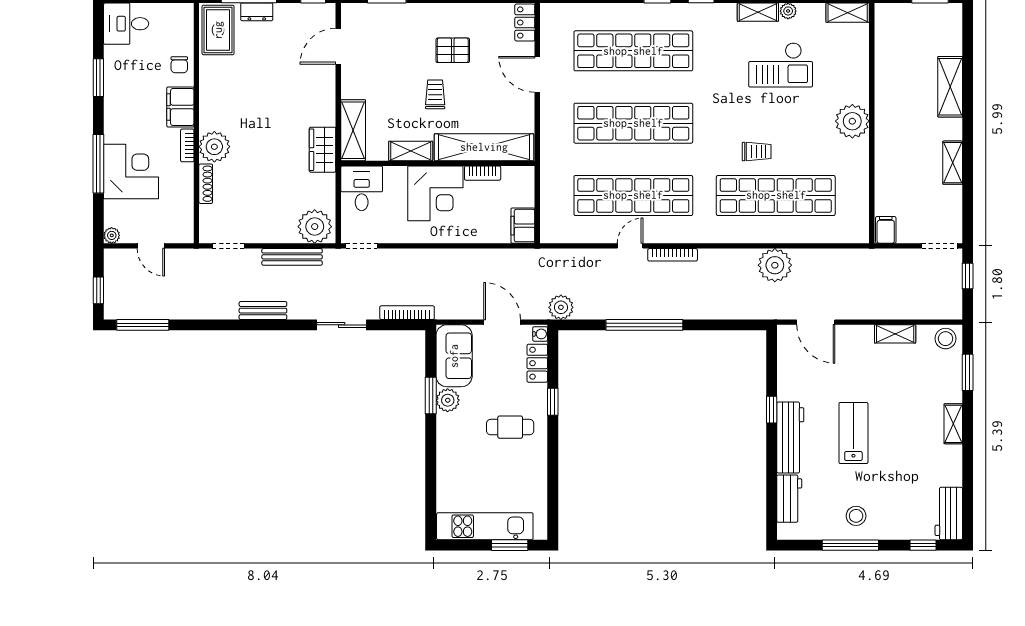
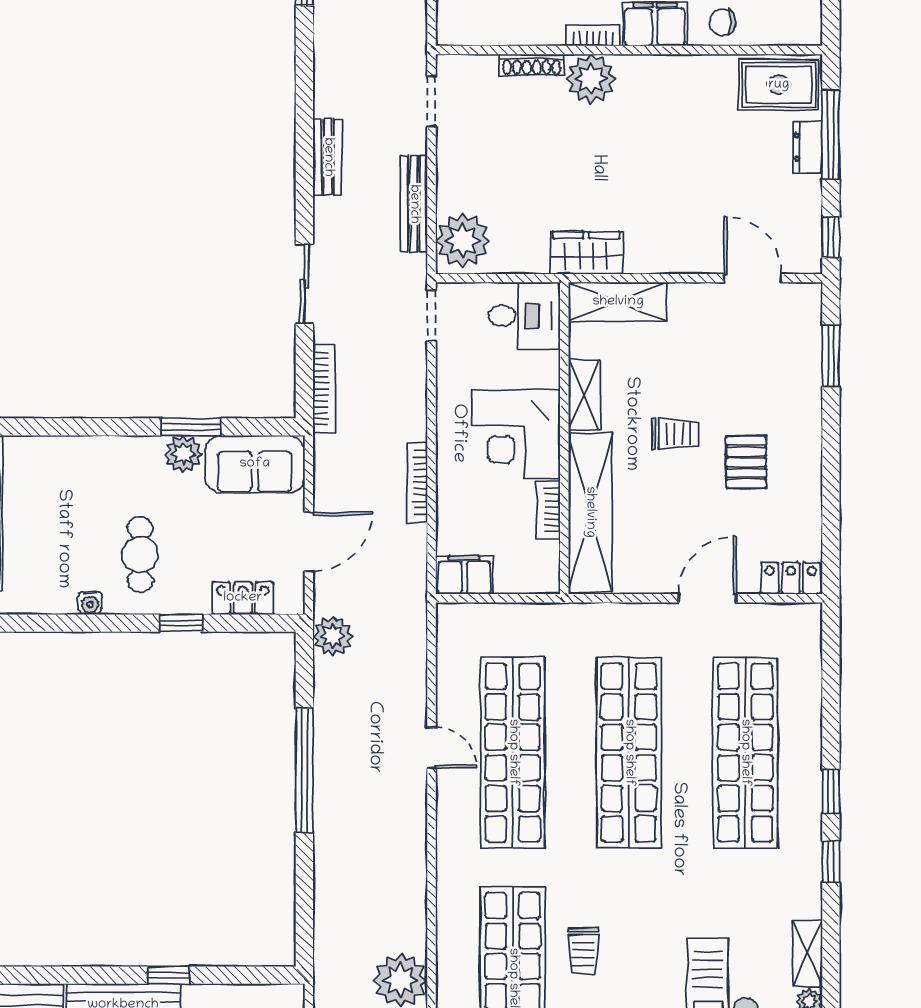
bookcase: (673, 255) -> (417, 482), moved
water cooler: (540, 334) -> (90, 603), moved

